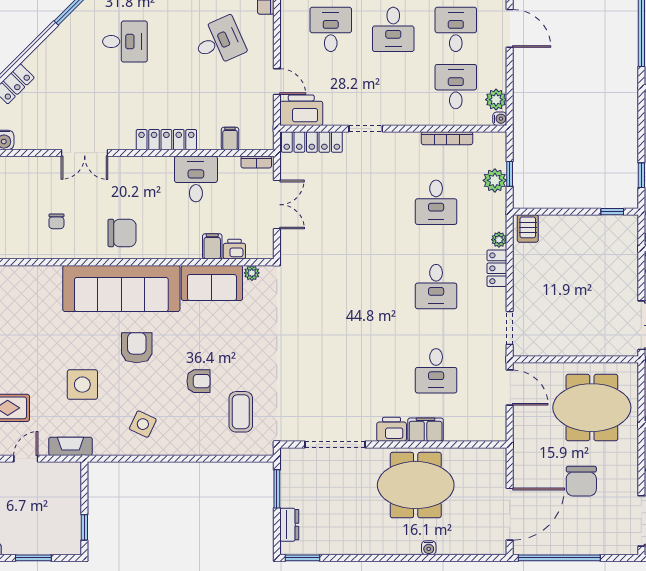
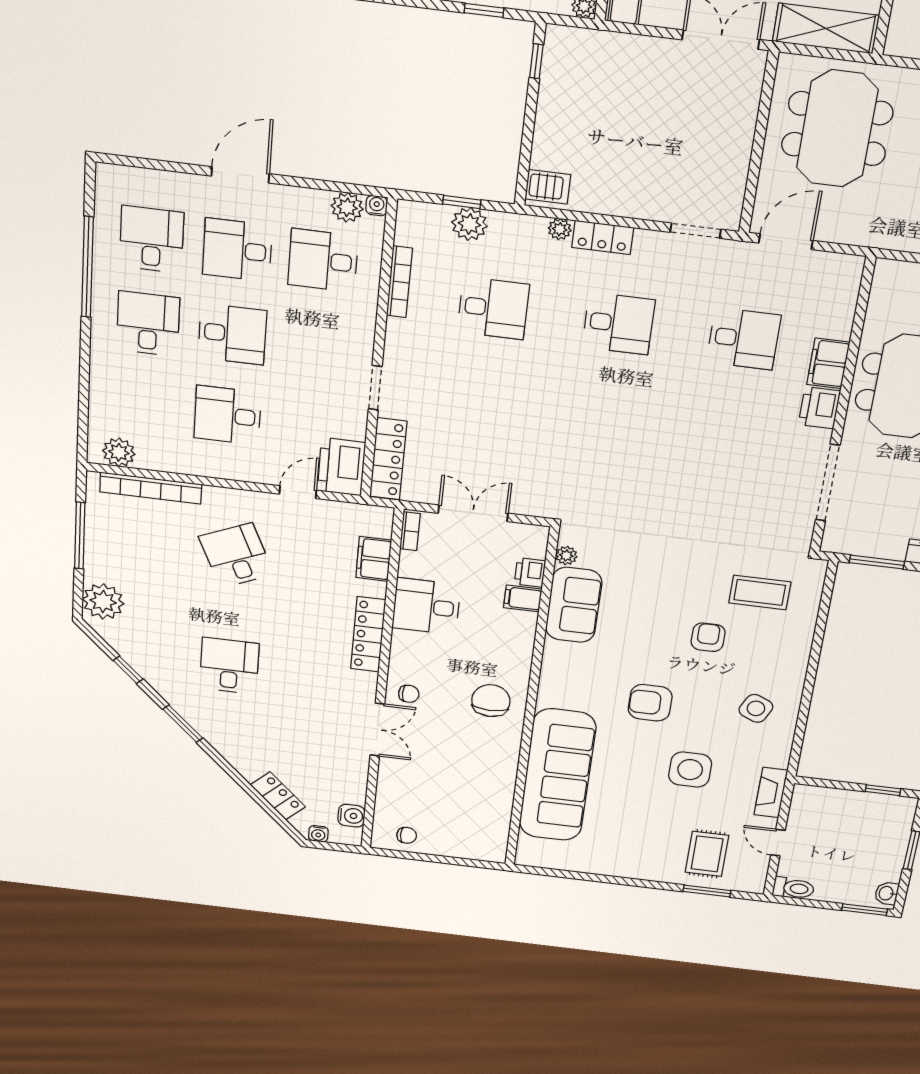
filing cabinet: (230, 138) -> (374, 559), width x2.00
chair: (56, 221) -> (409, 694), moved
sofa: (121, 288) -> (557, 775), moved

